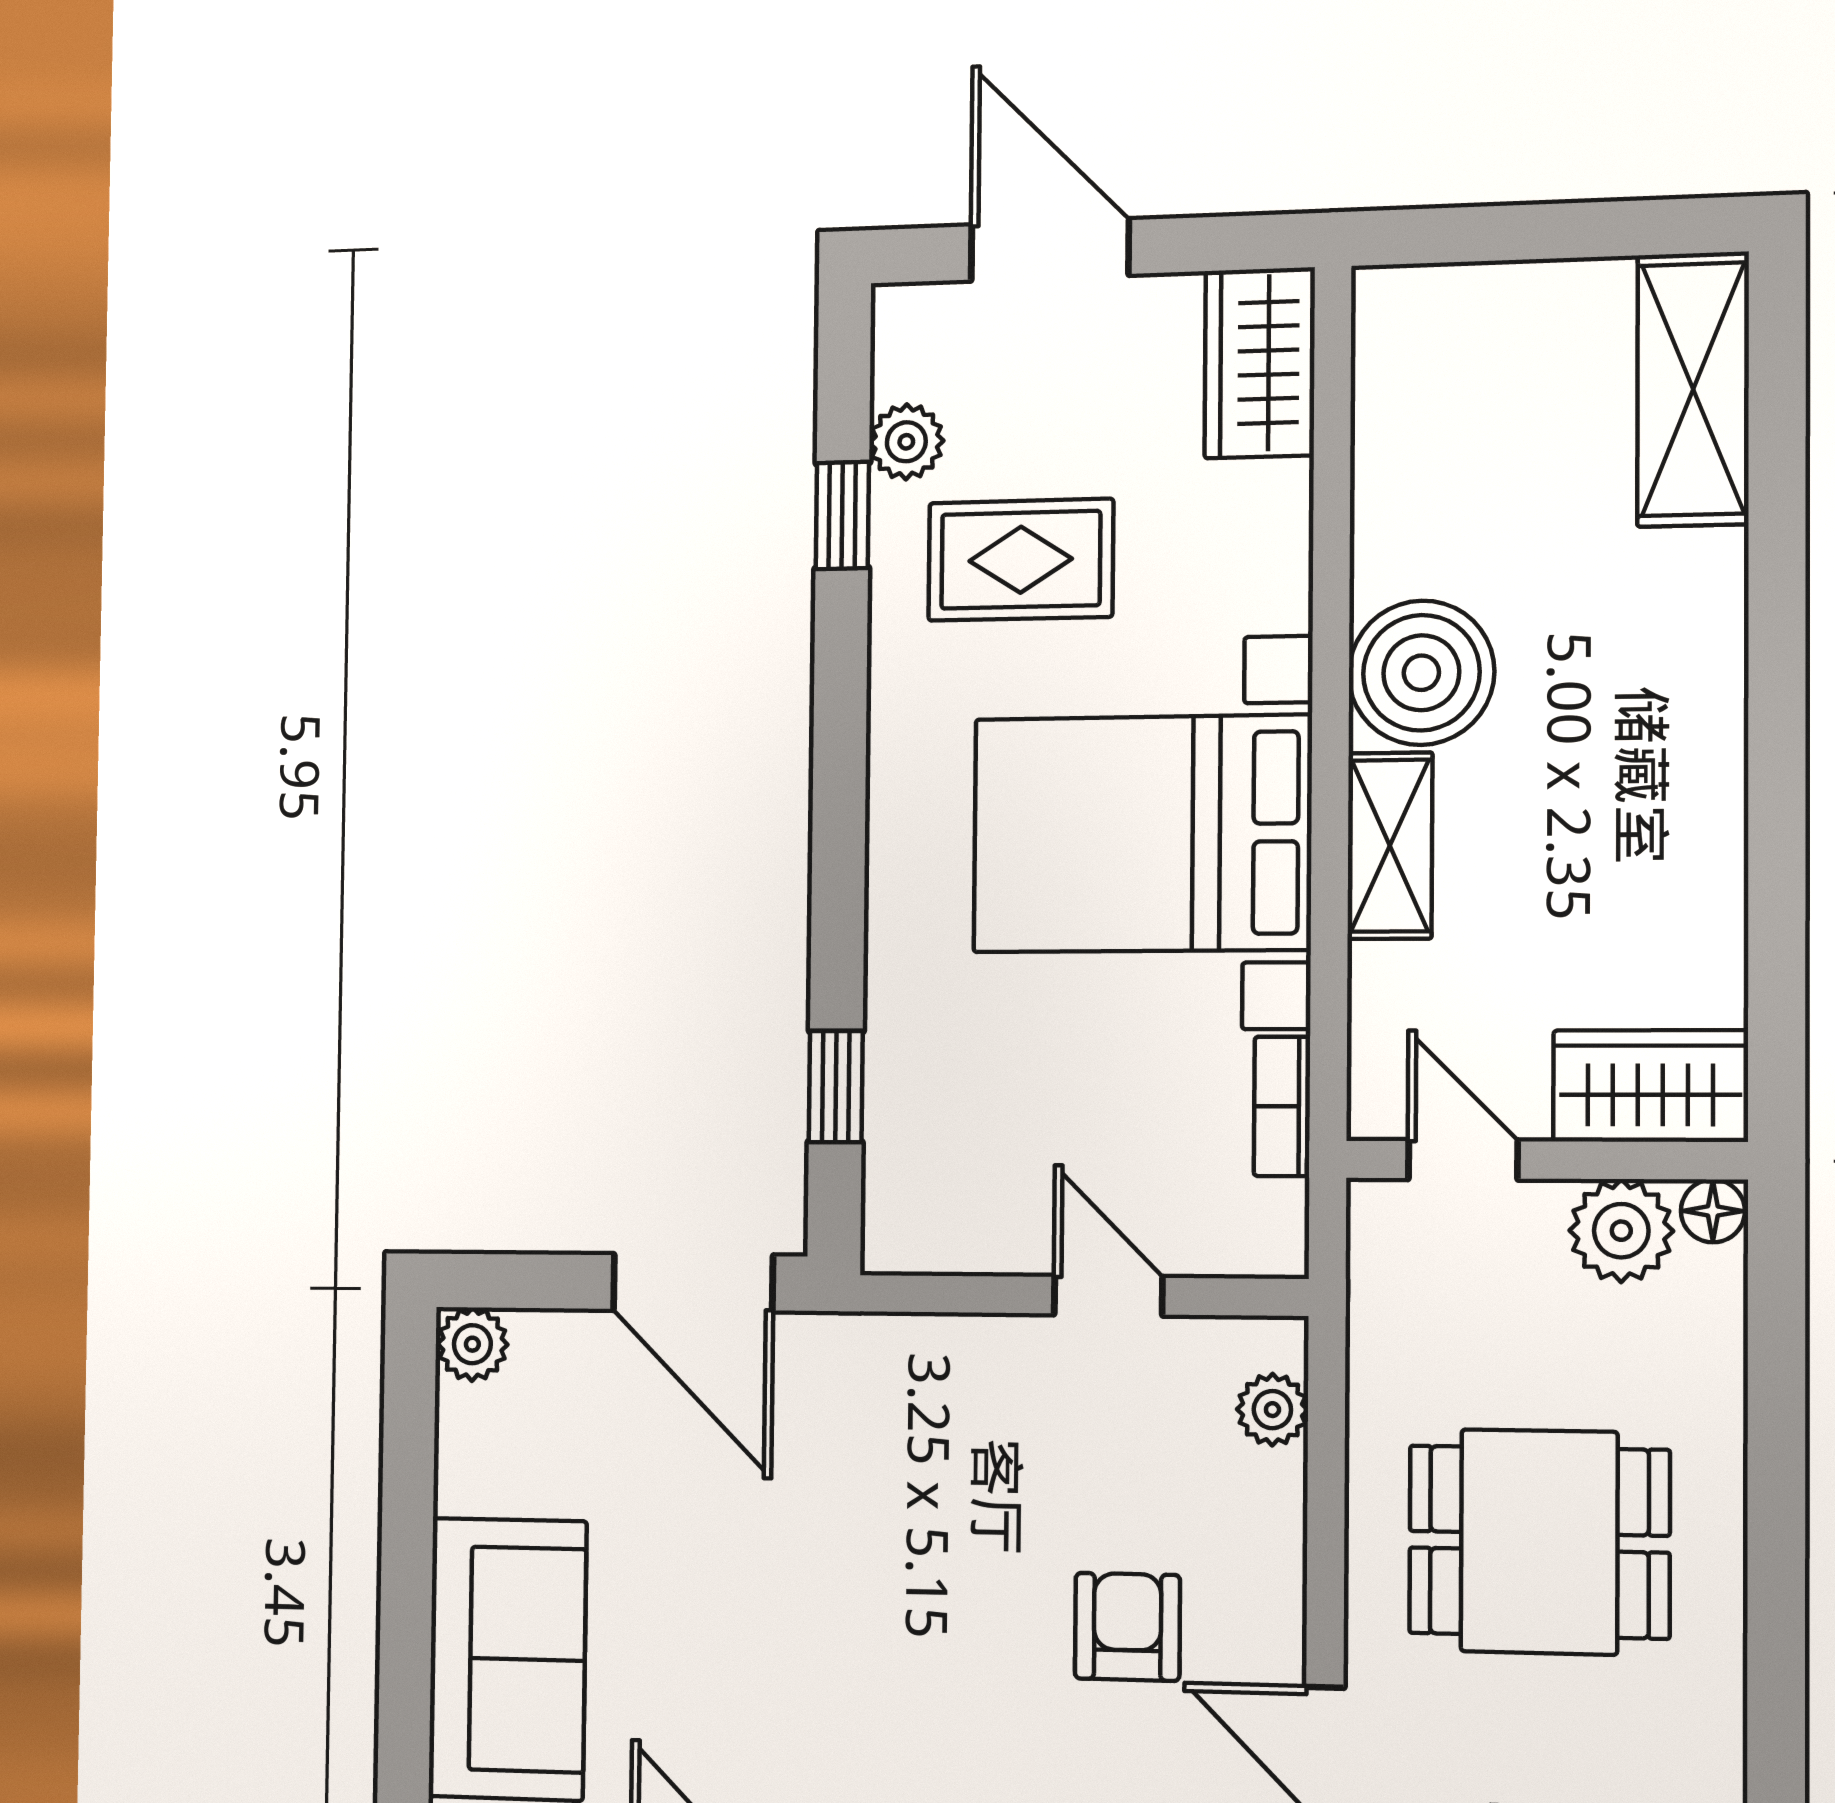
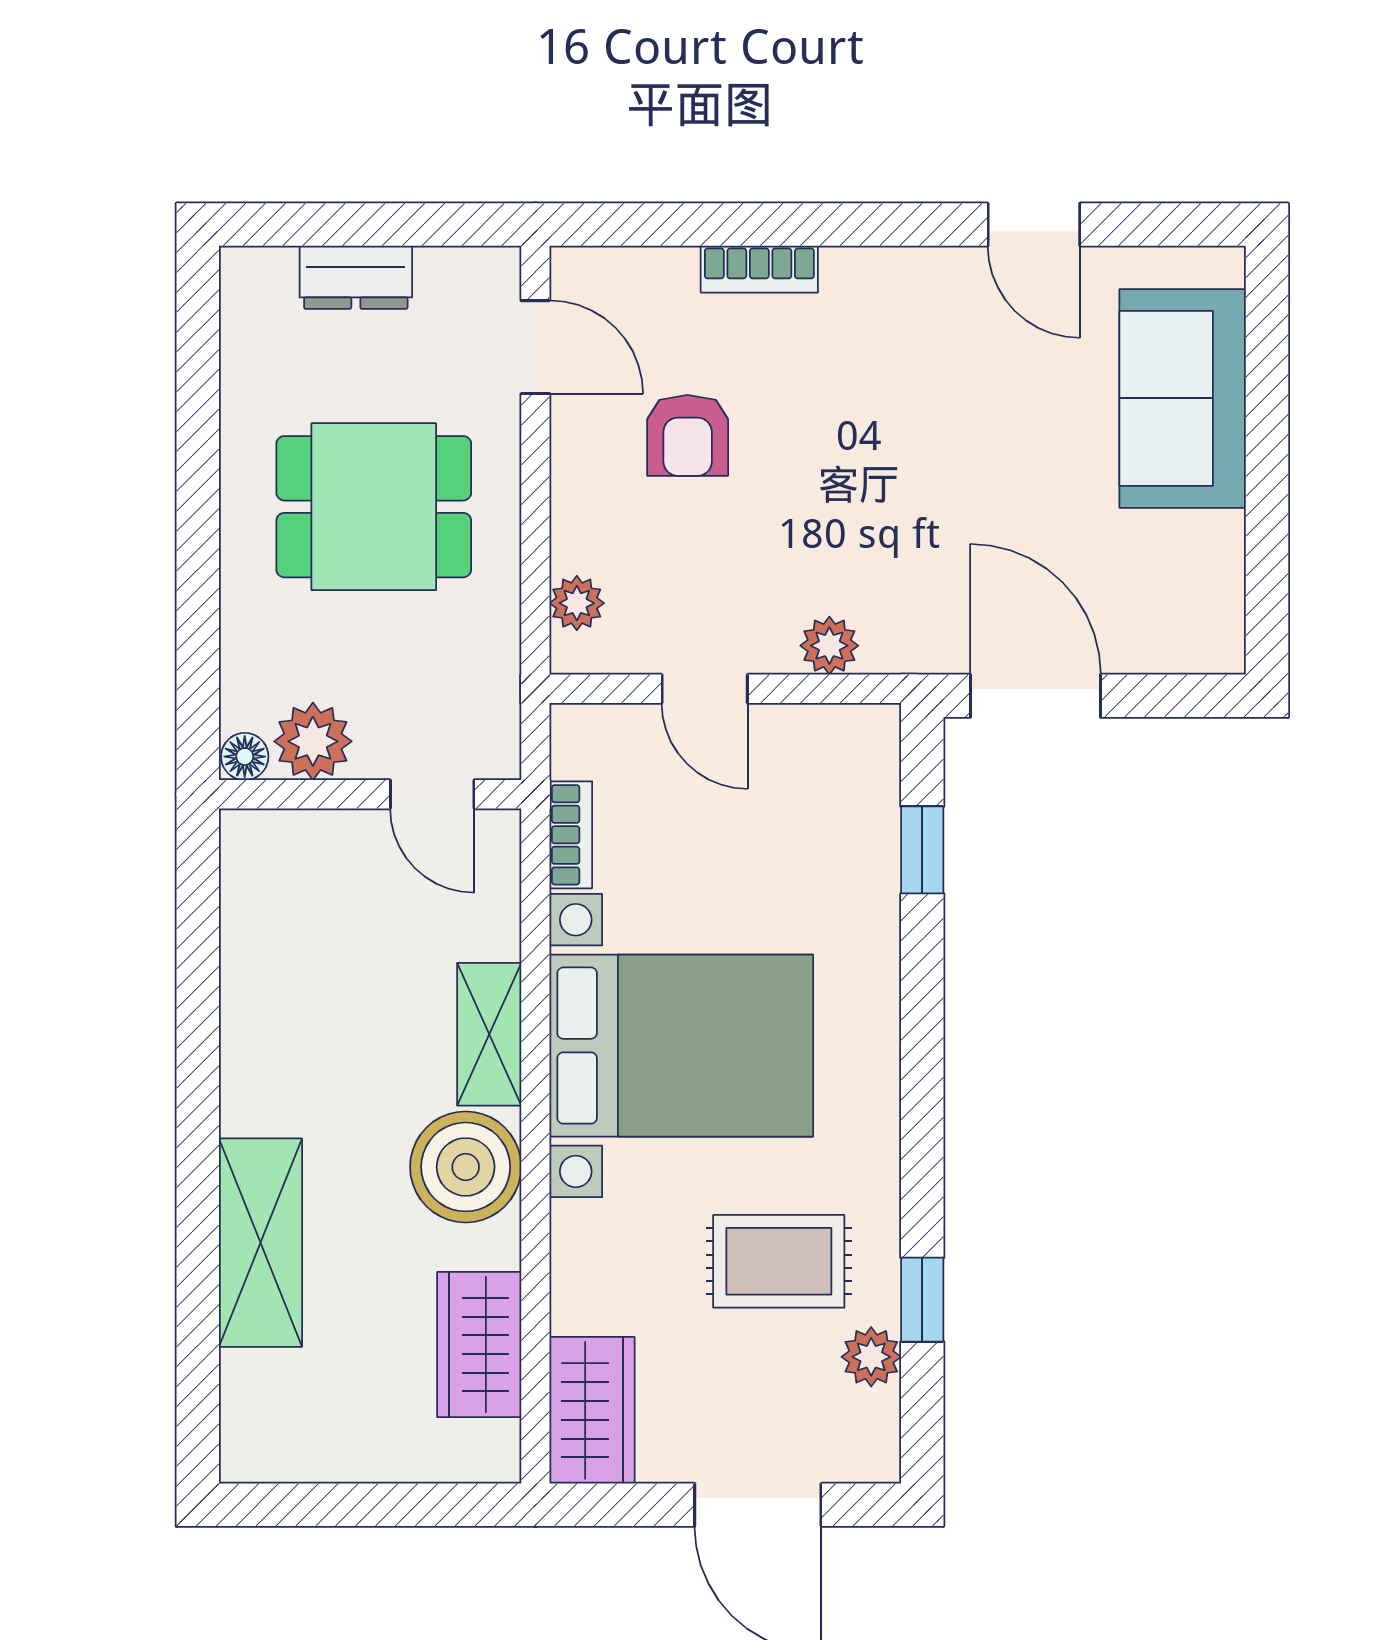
shelving: (1693, 389) -> (260, 1243), moved
wardrobe: (1650, 1086) -> (479, 1345), moved, turned 90
plant: (472, 1344) -> (829, 646), moved

